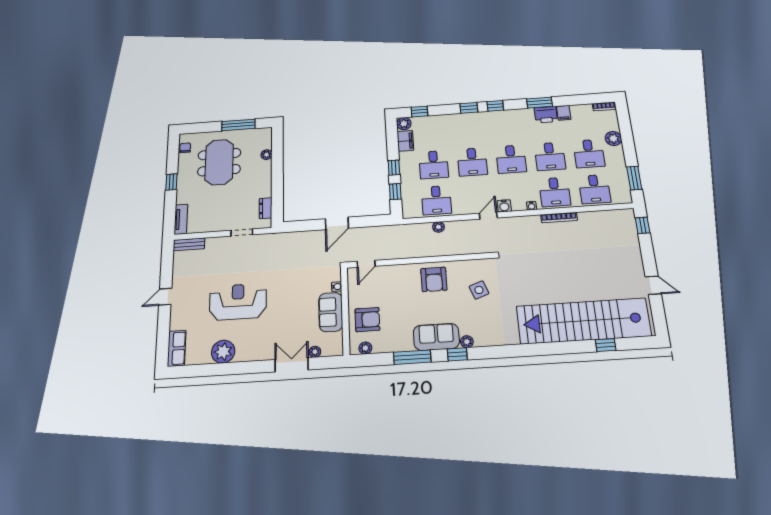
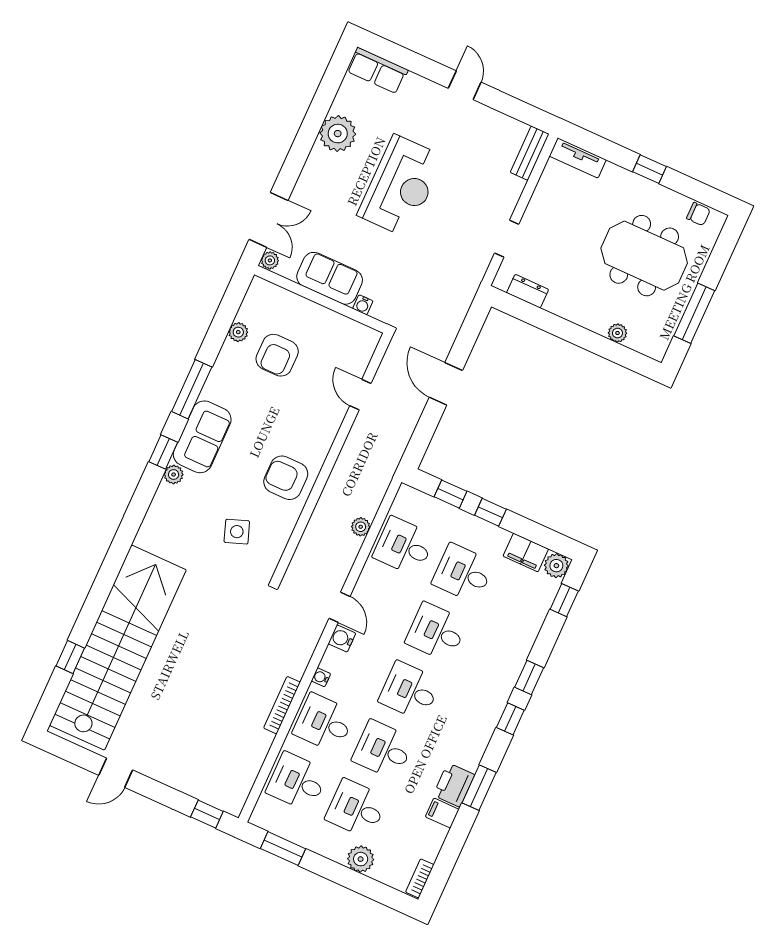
water cooler: (337, 287) -> (363, 305), moved
wall: (345, 311) -> (321, 299), moved
sofa: (331, 312) -> (330, 278), moved

